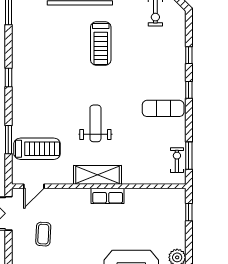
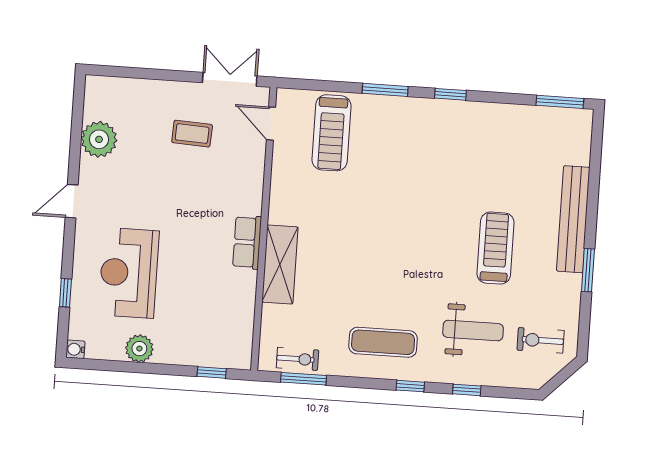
treadmill: (101, 43) -> (496, 248), turned 90
exercise mat: (163, 108) -> (383, 342), turned 90
weight bench: (95, 123) -> (473, 330), moved
window: (8, 140) -> (385, 90), moved
shelving: (97, 175) -> (280, 264), moved

